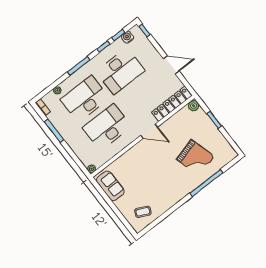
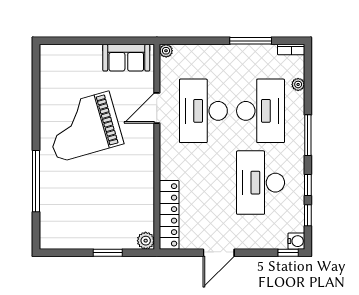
water cooler: (128, 37) -> (296, 241), moved
desk: (107, 127) -> (203, 111), turned 180
door: (149, 131) -> (157, 108), moved
grand piano: (195, 158) -> (83, 127), moved, width x1.37, depth x1.48
coffee table: (143, 212) -> (62, 73), removed

